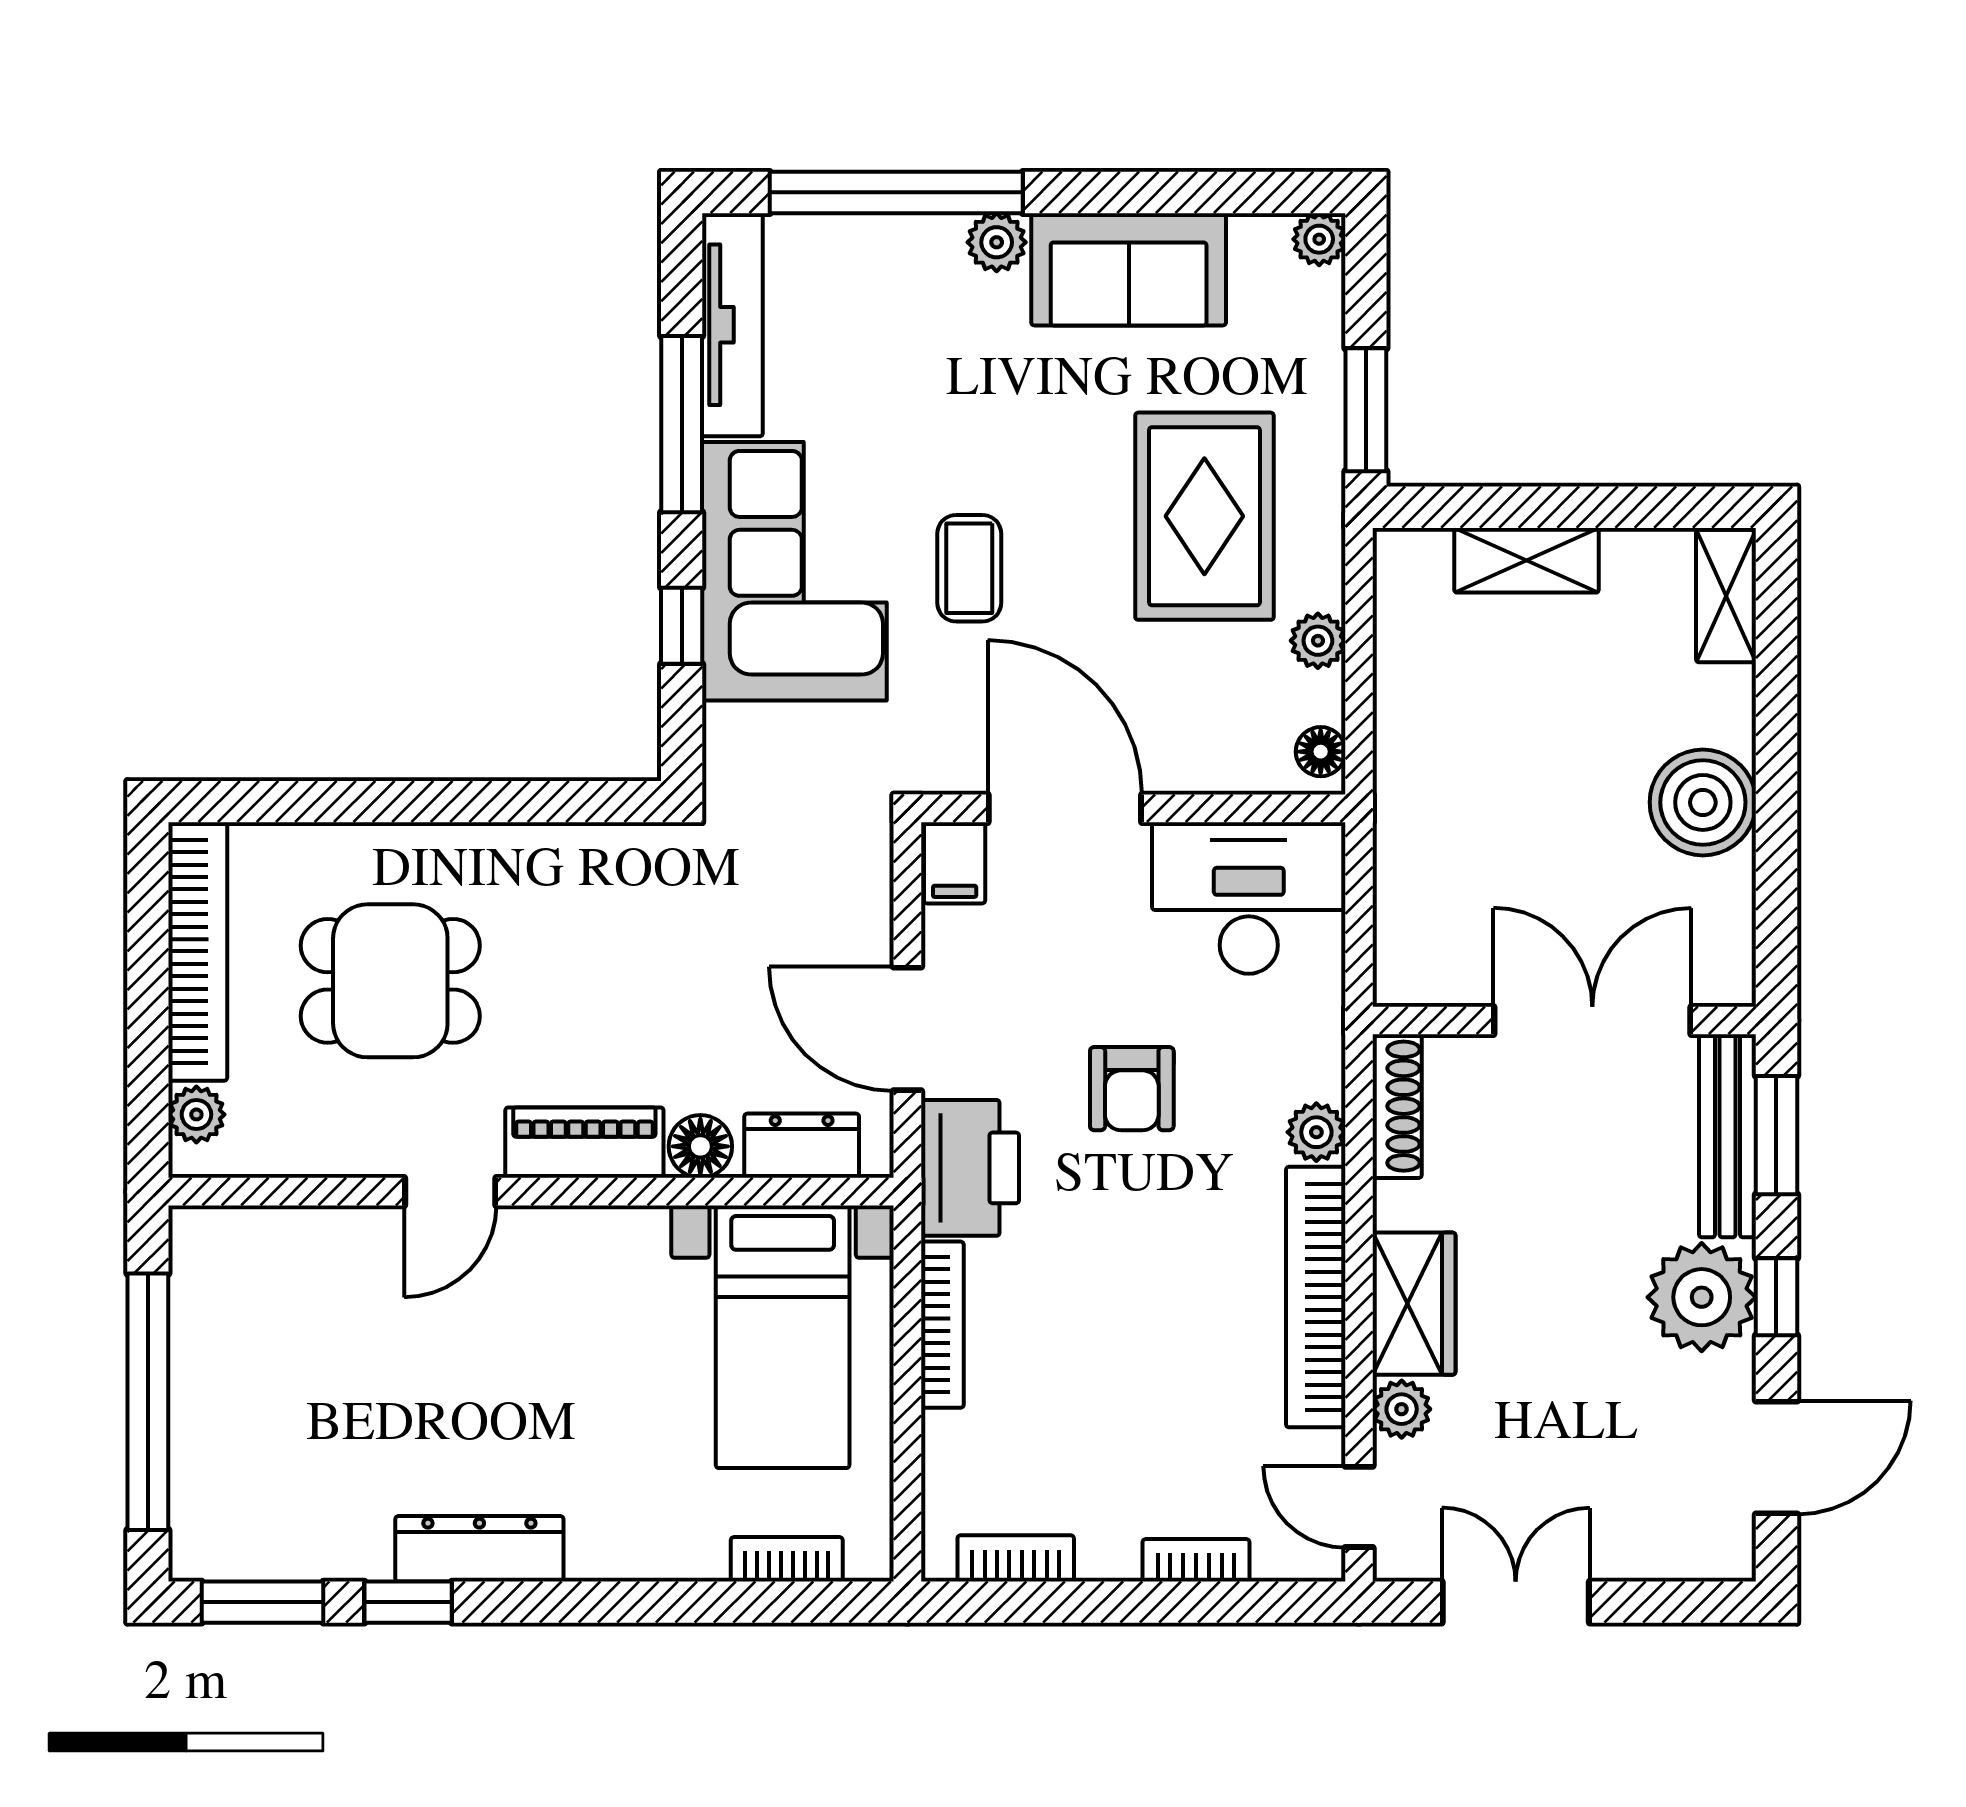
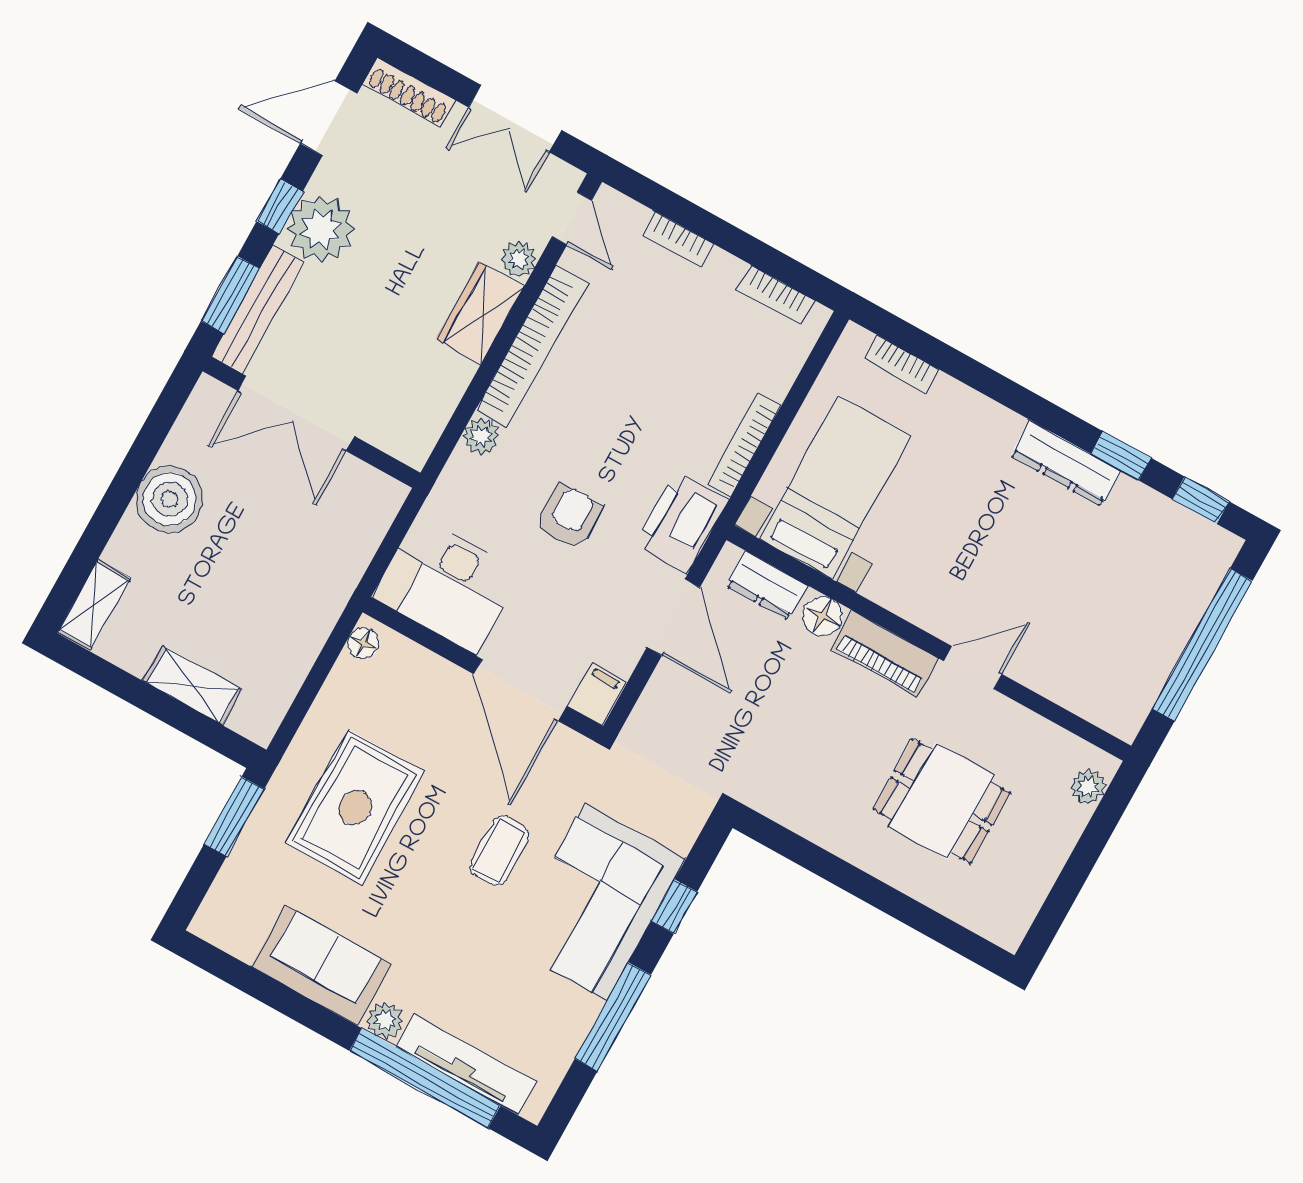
plant: (1319, 239) -> (208, 924), removed
tv unit: (732, 325) -> (466, 1064), moved, turned 90
plant: (1318, 641) -> (331, 705), removed
bookcase: (198, 951) -> (1038, 876), removed
shoe rack: (1397, 1106) -> (409, 92), moved, turned -90
window: (262, 1602) -> (1201, 500), width x0.67

